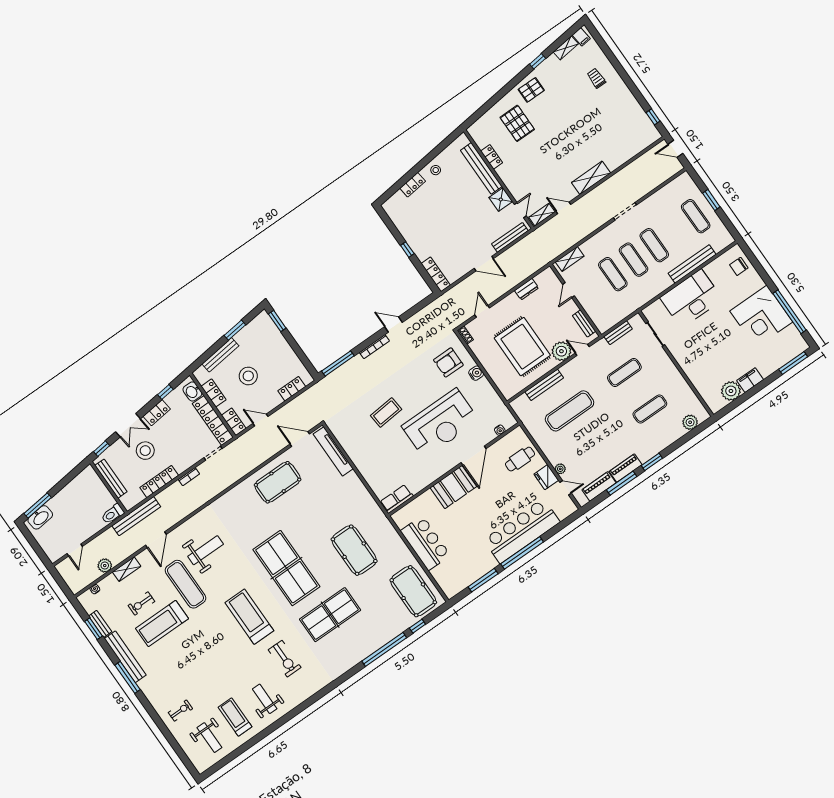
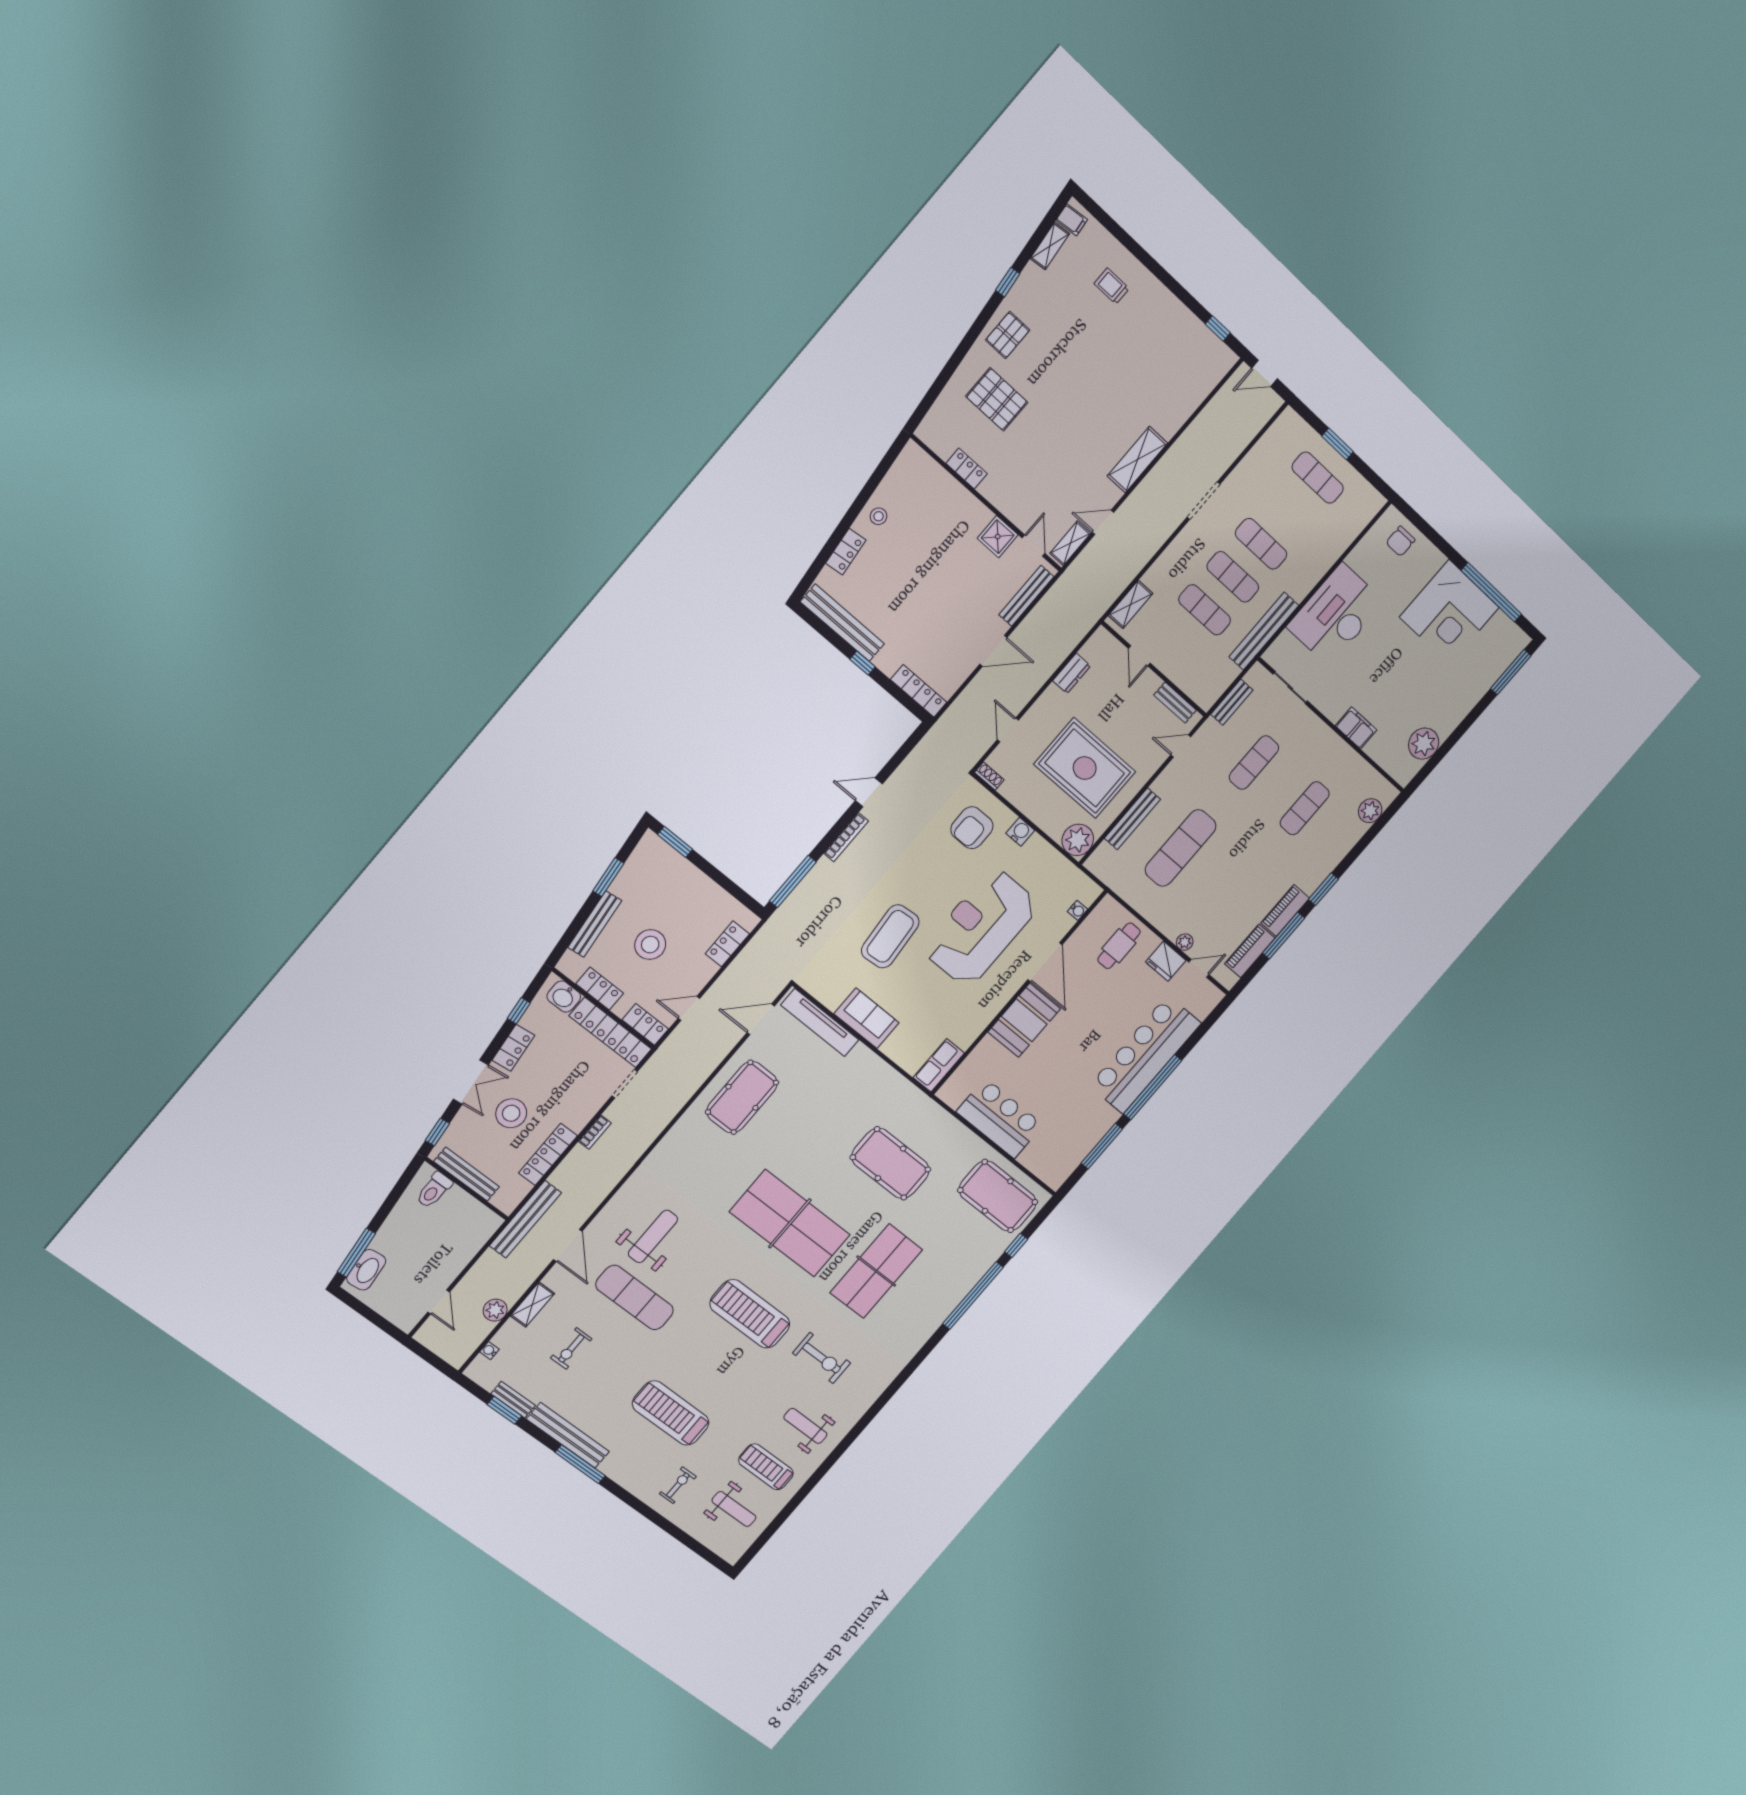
bench: (481, 168) -> (842, 623), moved
bench: (692, 264) -> (1264, 631), moved
plant: (561, 351) -> (1078, 840), moved
filing cabinet: (750, 380) -> (1356, 728), moved, turned 90
coffee table: (386, 412) -> (890, 936), width x1.36, depth x1.32
reception desk: (440, 423) -> (981, 927), turned 180
sofa: (361, 457) -> (867, 1018), added
toilet: (113, 514) -> (434, 1190), moved
treadmill: (162, 624) -> (671, 1413), moved, turned 90

